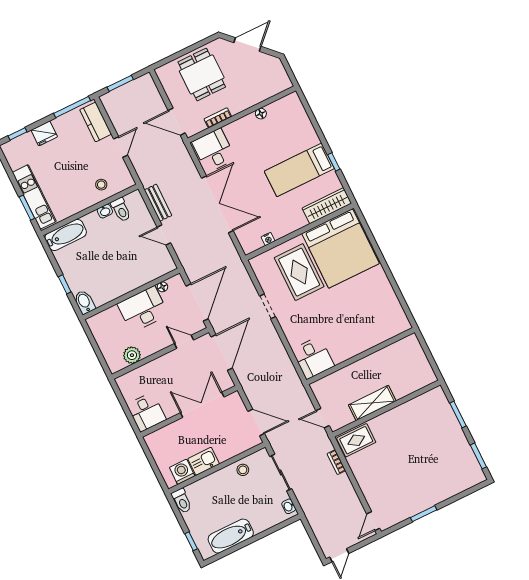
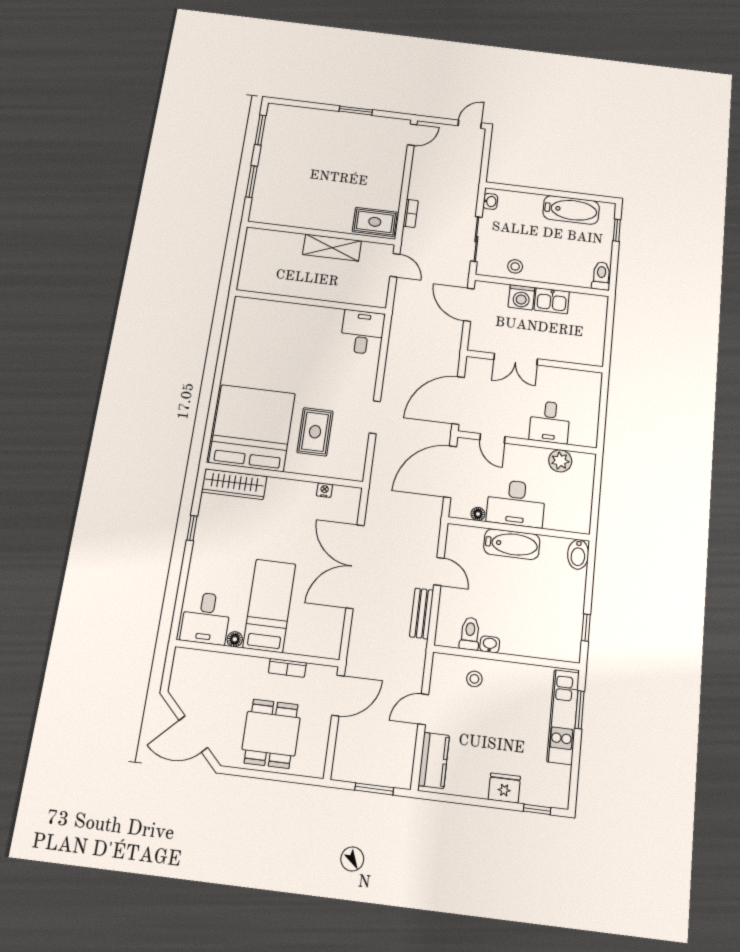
window: (72, 107) -> (451, 798), removed
door: (177, 122) -> (338, 695), hinge flipped
desk: (214, 150) -> (206, 618), moved
bed: (299, 170) -> (269, 606), moved, turned -90
bathtub: (66, 235) -> (512, 544), moved, turned 180
rug: (299, 272) -> (315, 432), width x0.73, depth x0.70
window: (65, 284) -> (586, 628), moved
double door: (202, 405) -> (516, 359), width x0.73
desk: (147, 412) -> (550, 422), moved, turned 180
washing machine: (182, 472) -> (521, 297), moved

